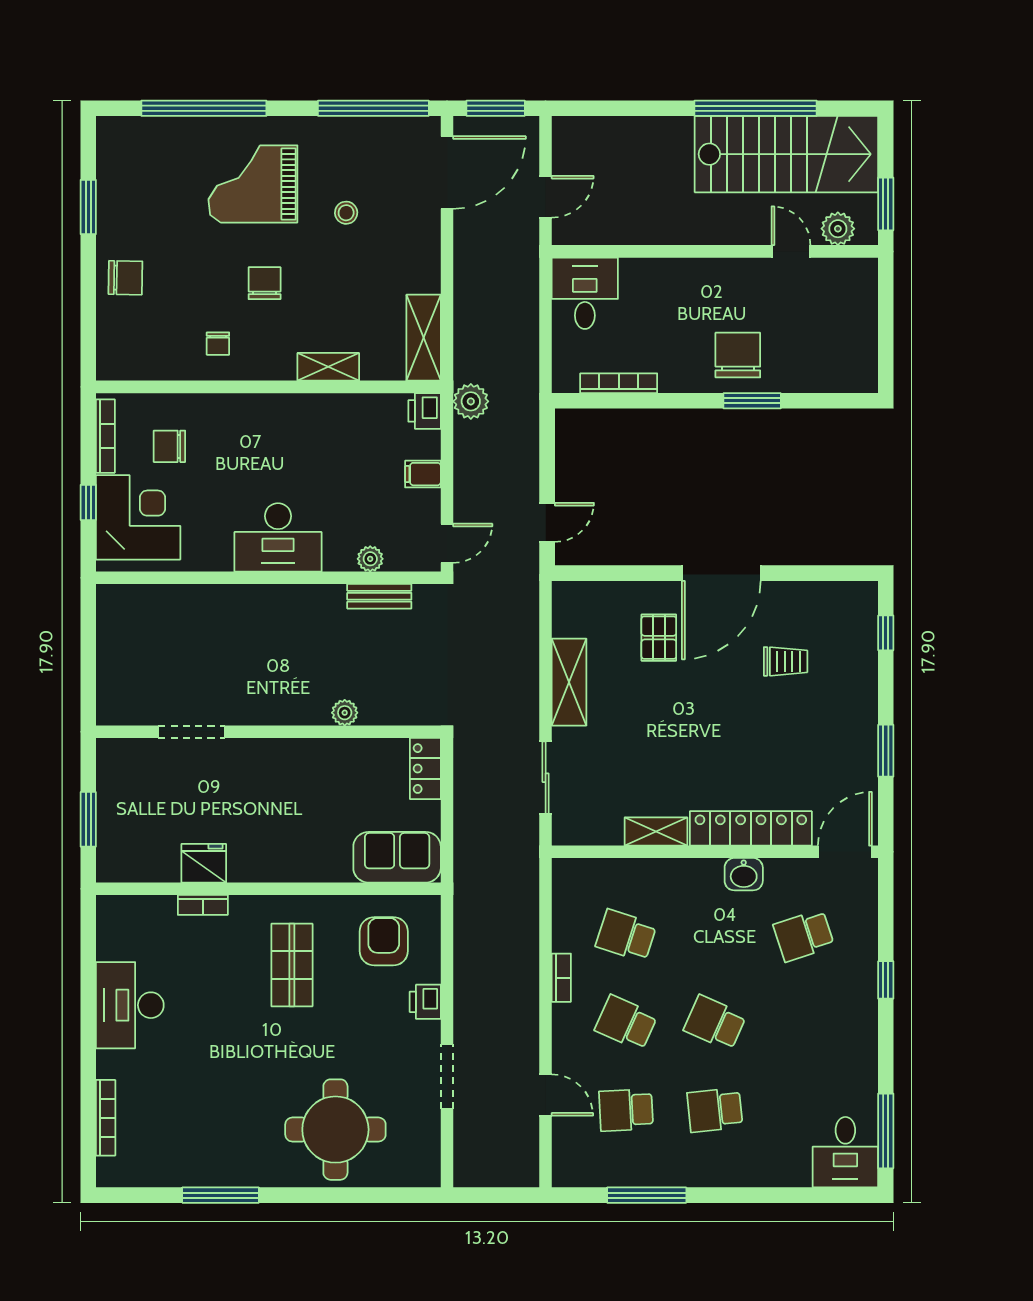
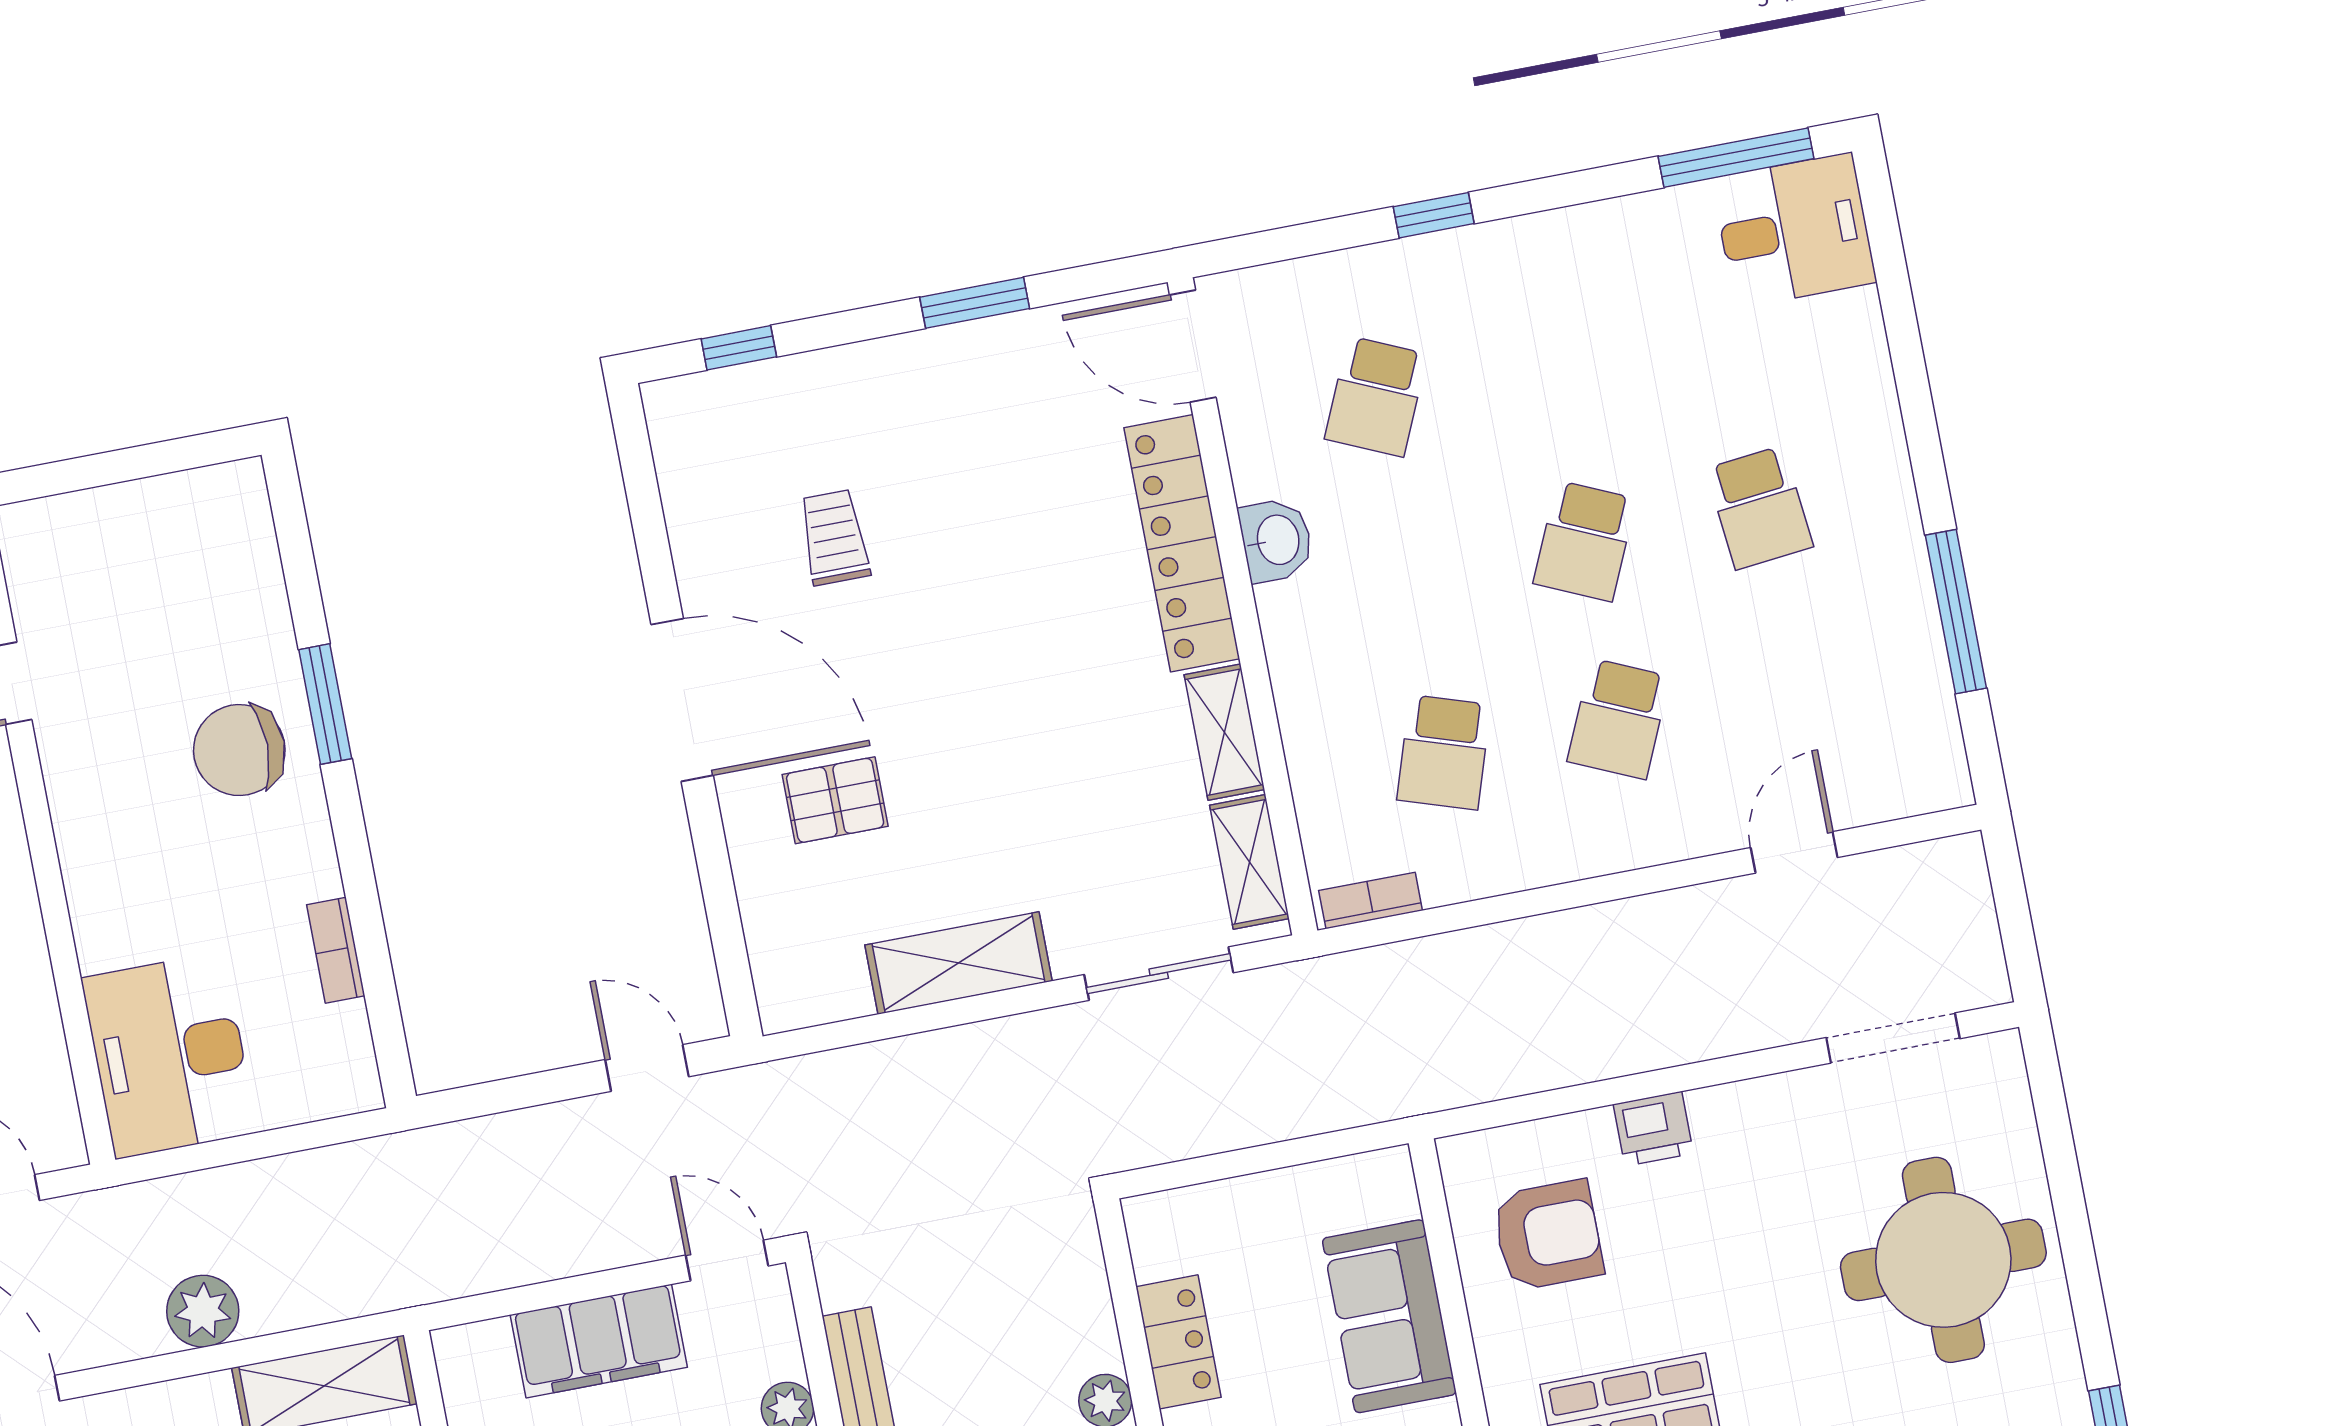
desk: (585, 293) -> (169, 1055), width x1.37
bookcase: (619, 383) -> (336, 950), width x0.64
plant: (471, 401) -> (203, 1311), moved
printer: (425, 411) -> (471, 1356), removed
filing cabinet: (423, 474) -> (599, 1341), width x3.00, depth x1.17
locker: (425, 769) -> (1179, 1342), moved, turned -90
shelving: (591, 832) -> (1250, 862), added
sofa: (397, 857) -> (1389, 1316), moved
school desk: (804, 935) -> (1376, 396), turned 42
armchair: (384, 941) -> (1548, 1235), turned 180
bookcase: (561, 978) -> (1371, 900), moved
doorway: (447, 1077) -> (1893, 1038), moved
school desk: (626, 1110) -> (1793, 686), removed

